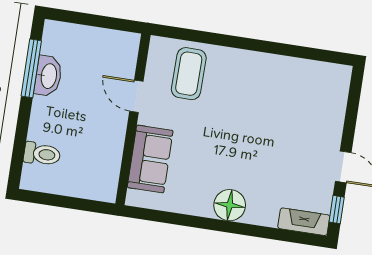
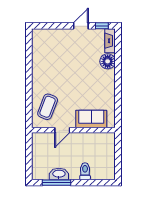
coffee table: (189, 74) -> (48, 107), turned -70
toilet: (42, 154) -> (85, 171), moved
floor lamp: (230, 205) -> (108, 61), moved

